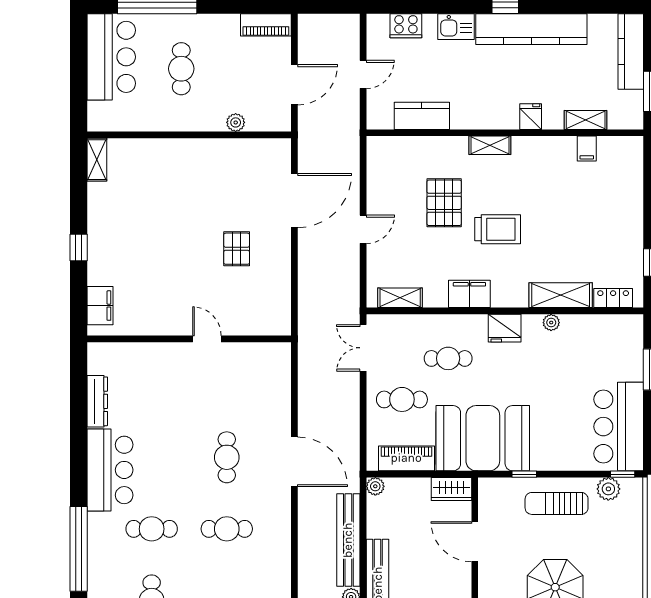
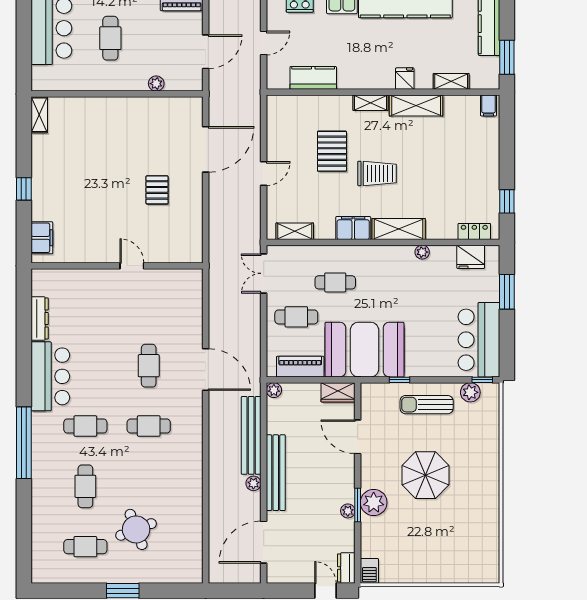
shelving: (544, 149) -> (416, 106), added
filing cabinet: (587, 149) -> (488, 105), moved
shelving: (561, 295) -> (399, 229), moved
fridge: (505, 328) -> (471, 257), moved

